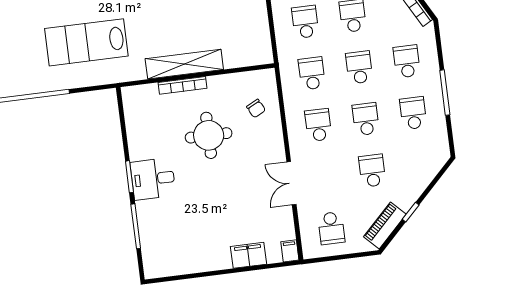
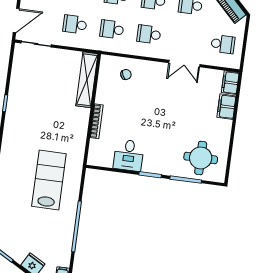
lab bench: (86, 42) -> (49, 180), turned 180
shelving: (184, 64) -> (87, 80), moved
round table: (209, 135) -> (201, 158), moved
desk: (153, 179) -> (129, 155), moved
filing cabinet: (290, 251) -> (230, 83), width x2.00

